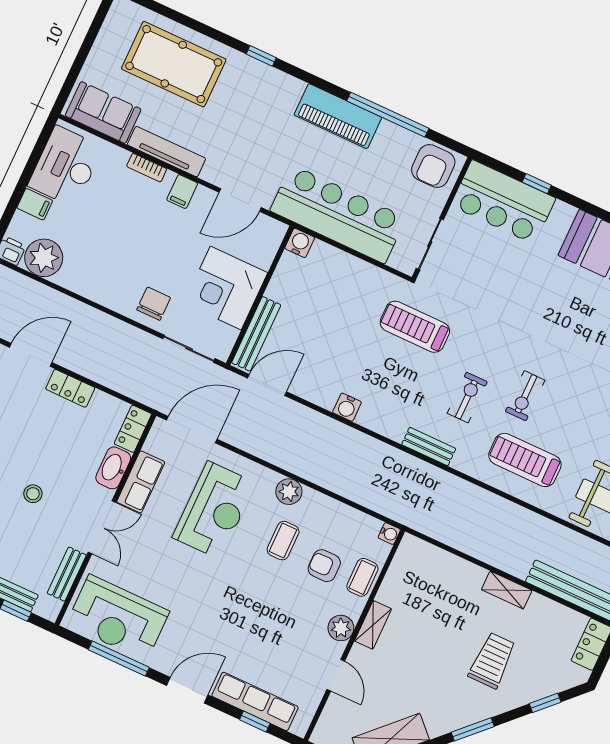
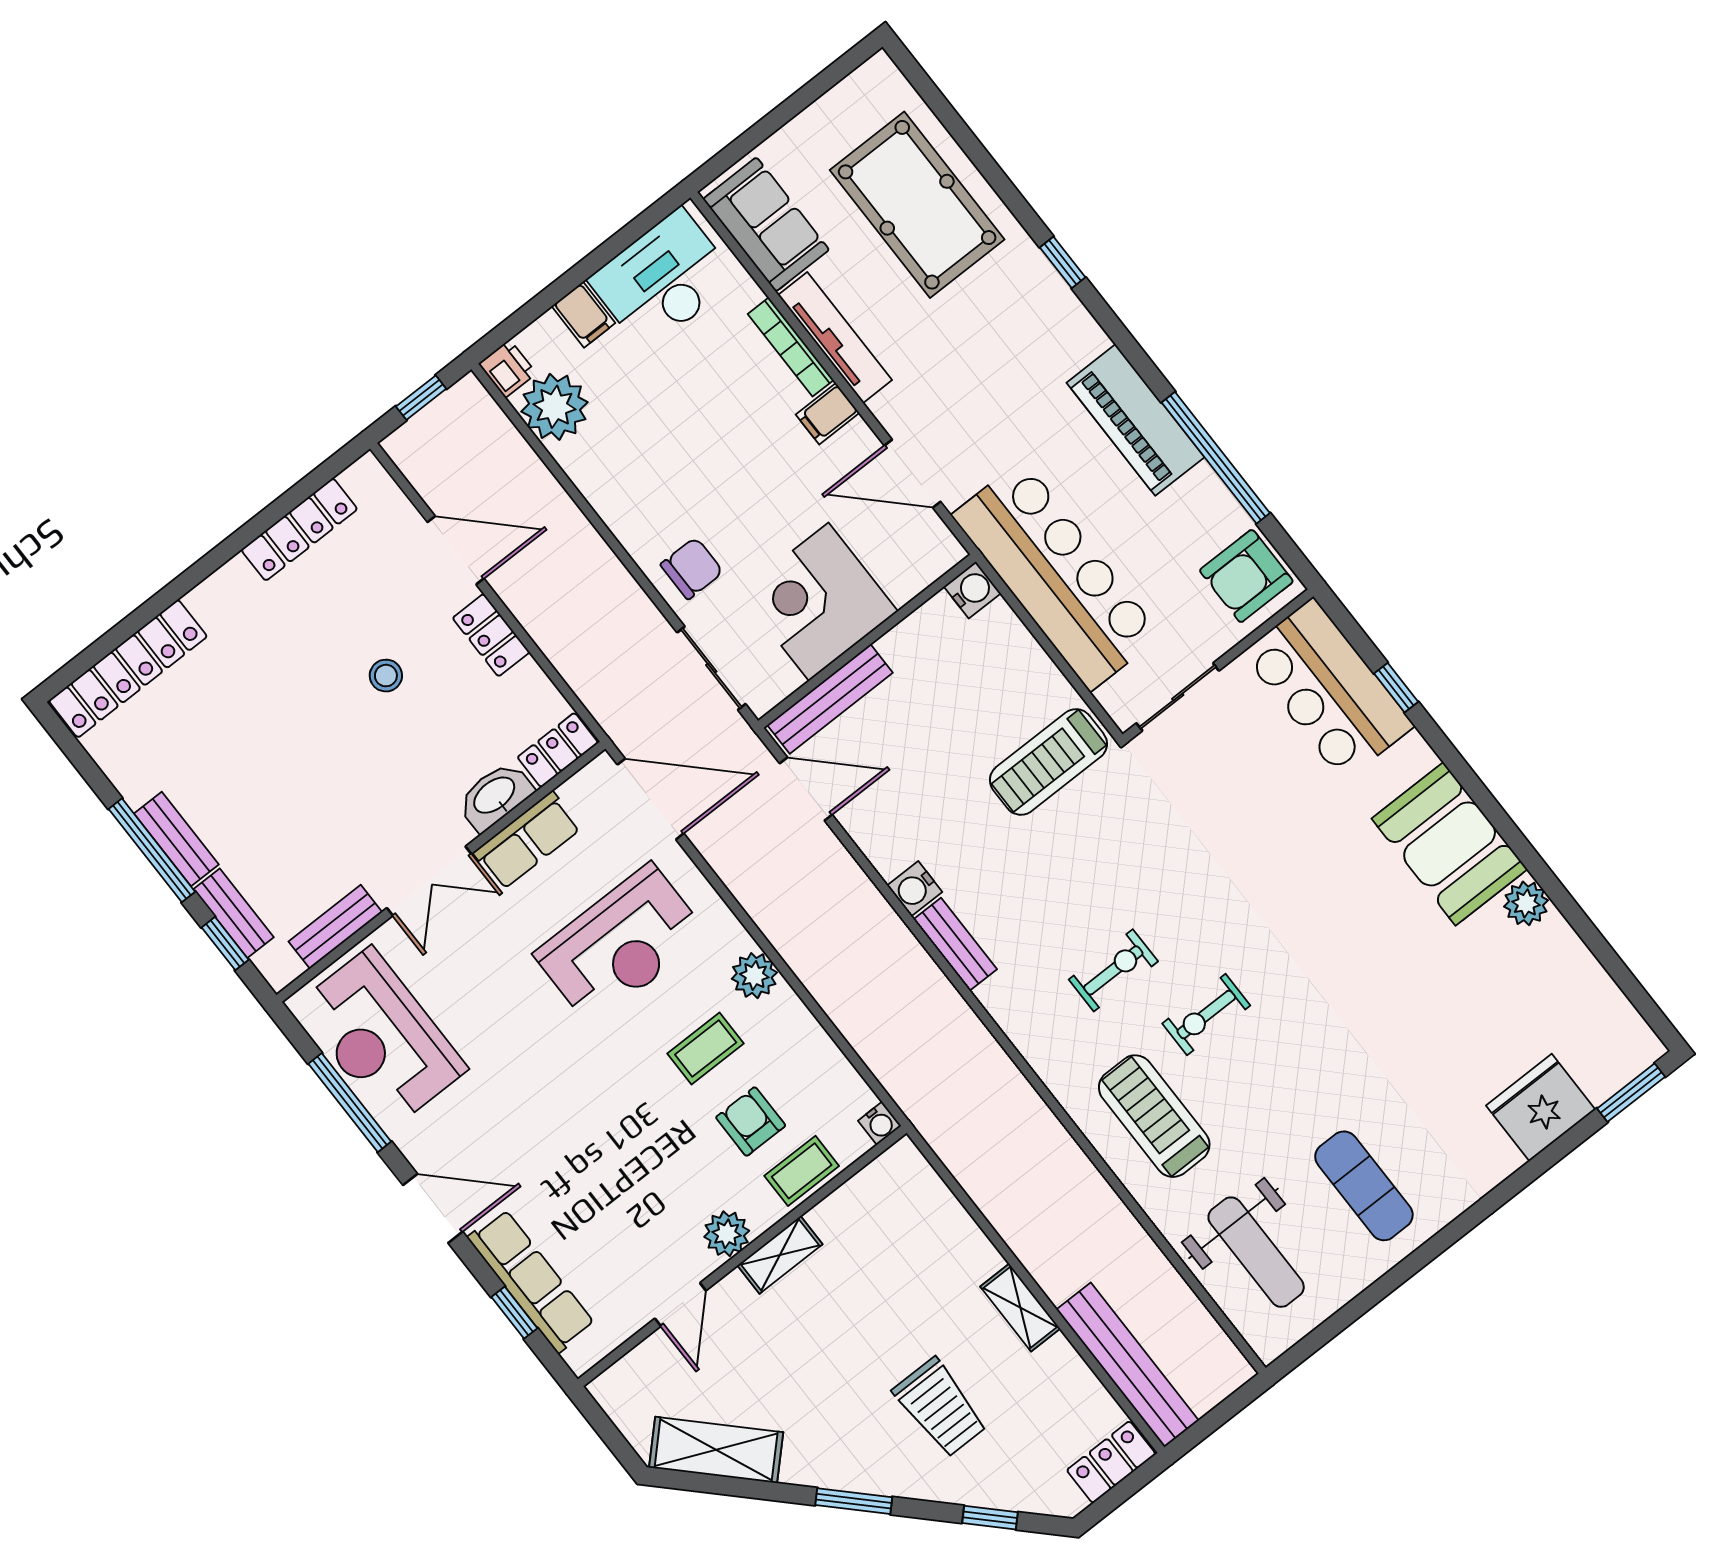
bookcase: (147, 168) -> (791, 347), width x1.56
treadmill: (415, 327) -> (1048, 762), moved, turned -90
bench: (429, 447) -> (955, 944), moved
stool: (33, 494) -> (386, 676), moved
trolley: (492, 660) -> (940, 1408), turned 90

